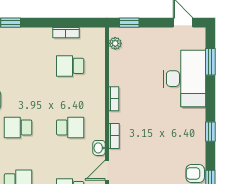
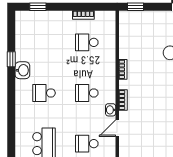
plant: (115, 43) -> (124, 24), removed
school desk: (70, 127) -> (87, 93), turned 180

